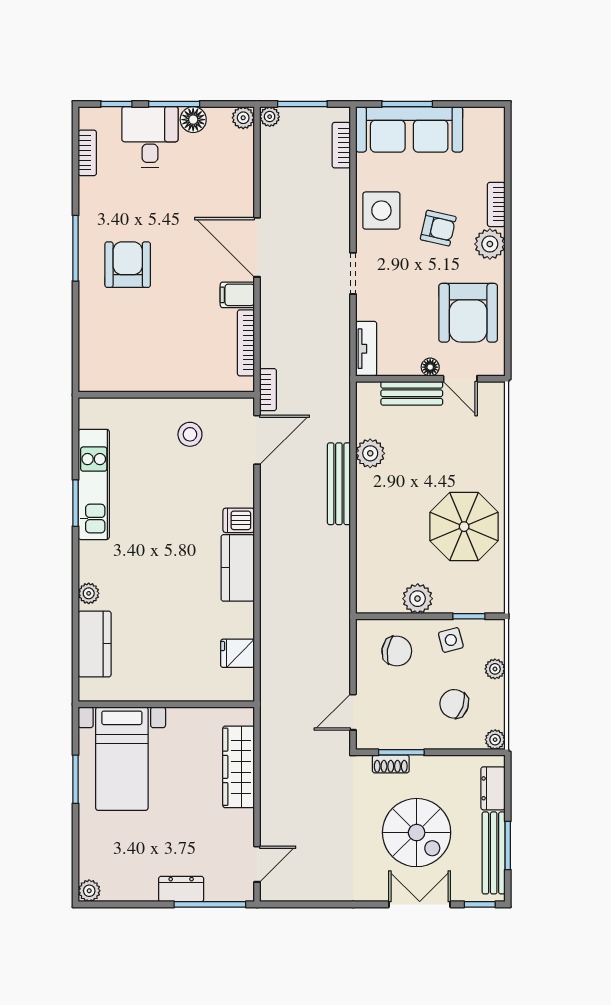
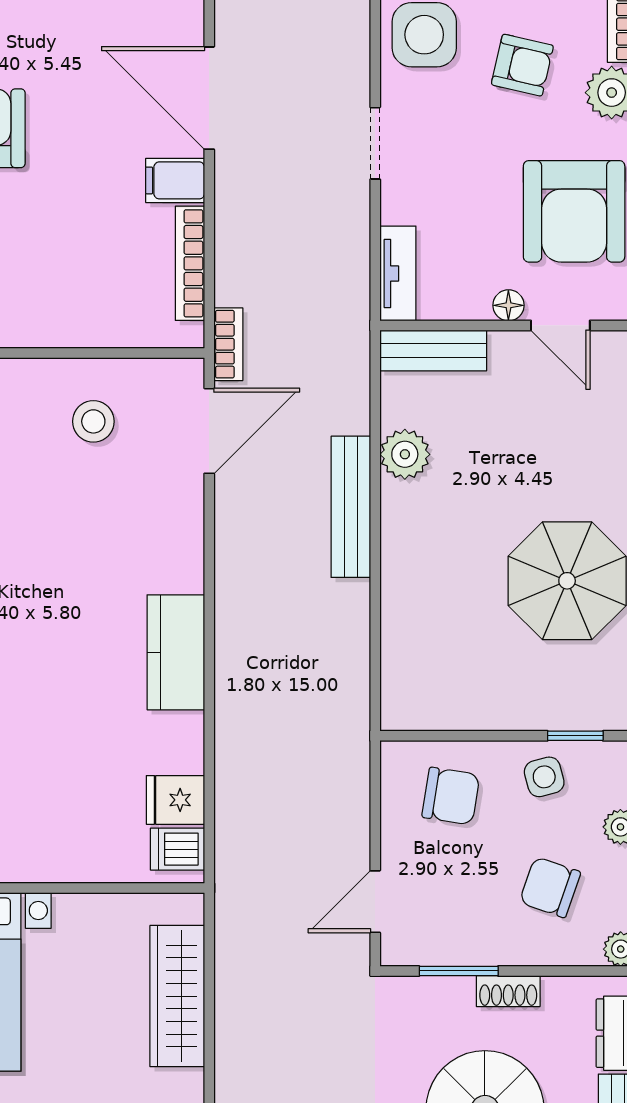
bench: (412, 393) -> (433, 350), moved
dishwasher: (239, 520) -> (177, 849), moved
plant: (418, 599) -> (487, 705), removed
shoe rack: (391, 764) -> (508, 991), moved

